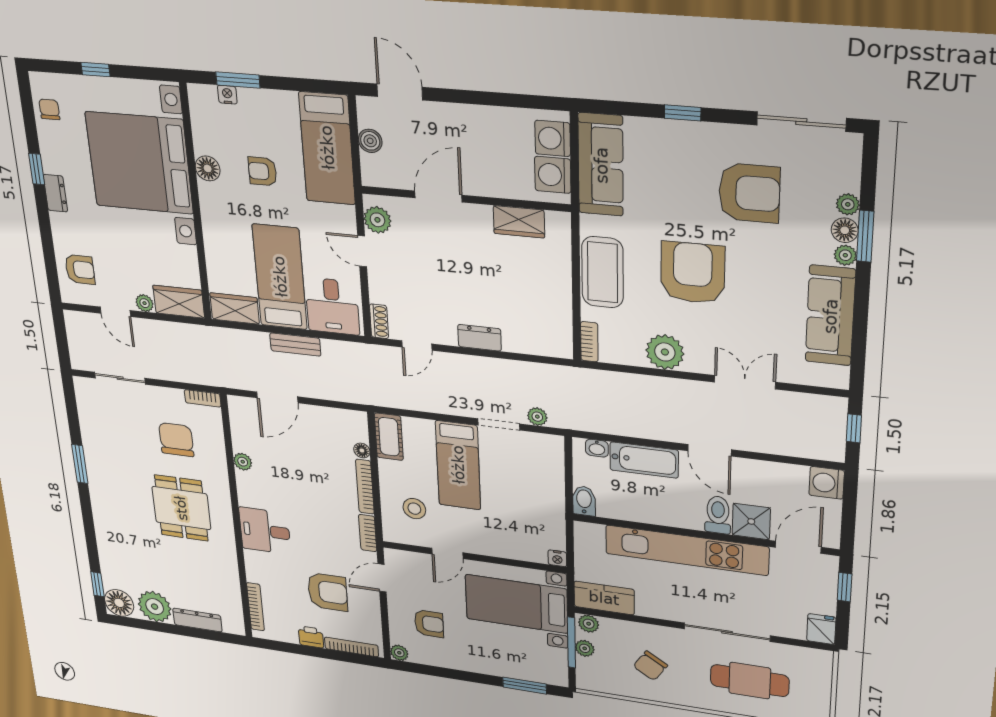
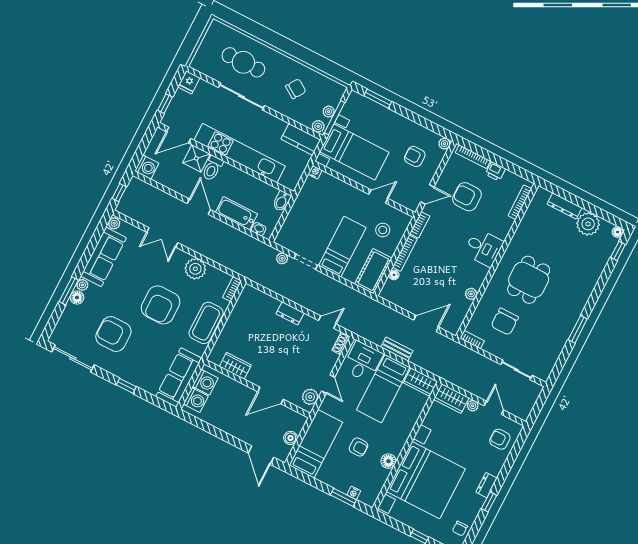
plant: (848, 204) -> (114, 223), moved
cot: (389, 437) -> (373, 271), width x1.37, depth x1.34
floor lamp: (119, 603) -> (618, 232), width x0.53, depth x0.53

